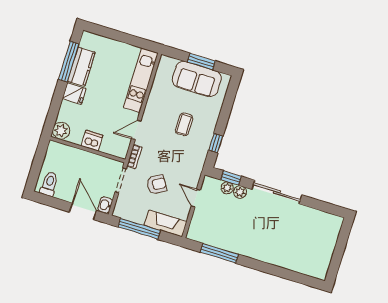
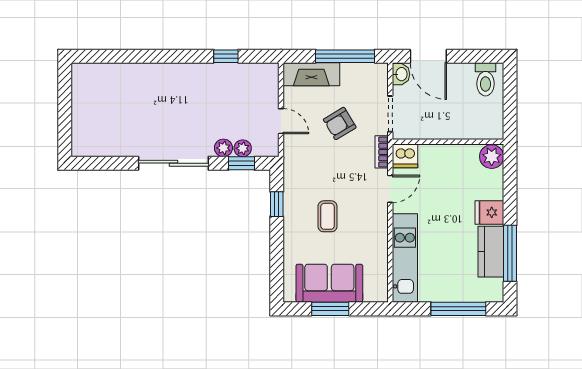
window: (115, 35) -> (458, 309), added
dishwasher: (92, 141) -> (405, 156), moved
window: (219, 253) -> (226, 56), width x0.46

